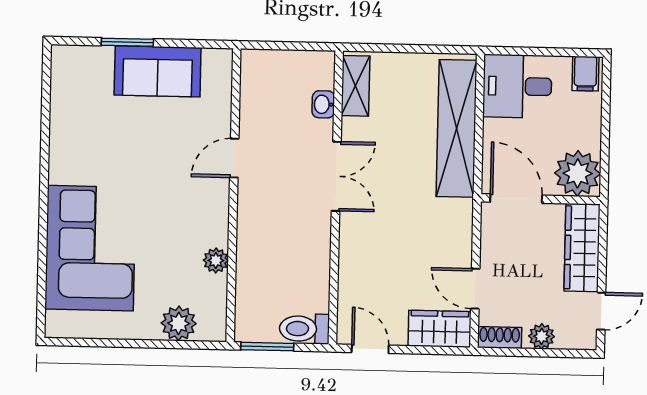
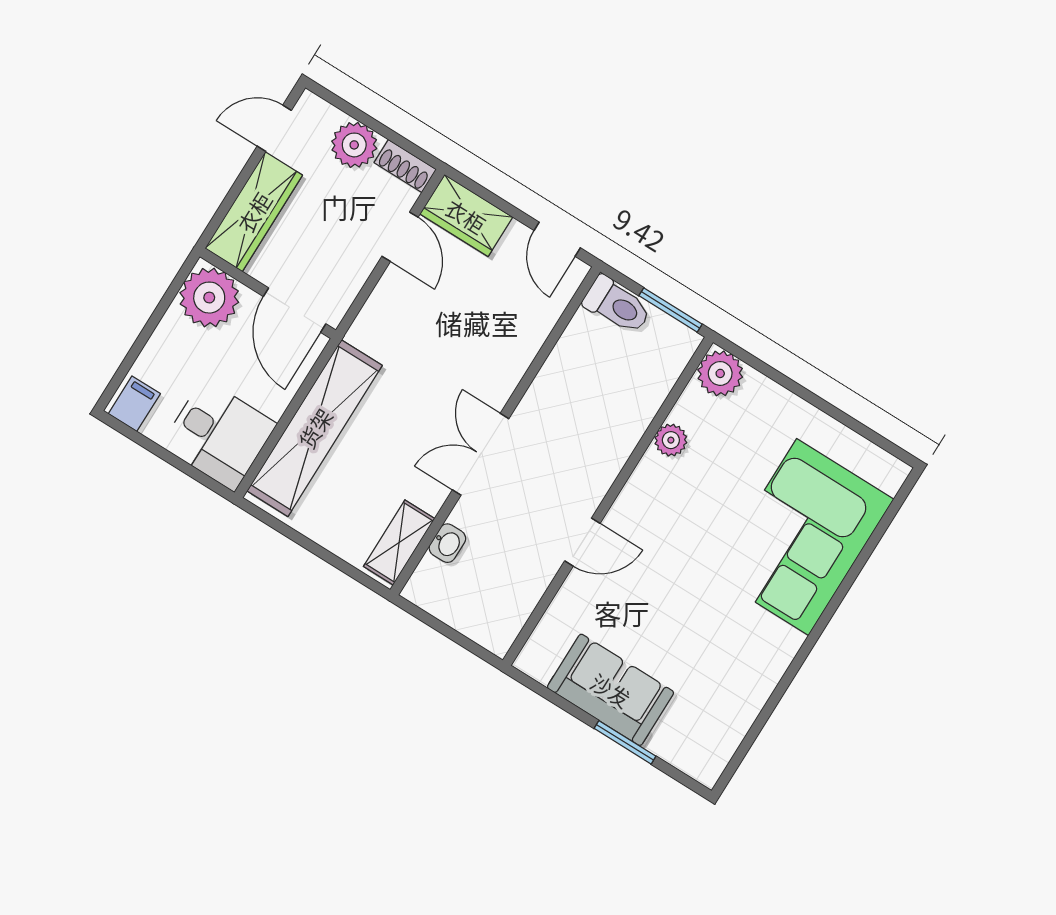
plant: (179, 323) -> (720, 373), moved
plant: (542, 336) -> (354, 145), width x1.38, depth x1.38

